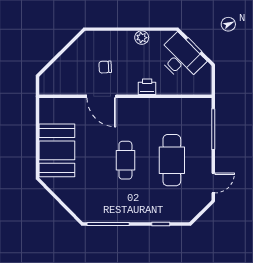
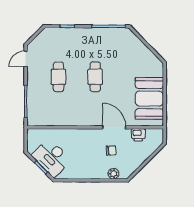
plant: (142, 38) -> (113, 174), moved
printer: (147, 87) -> (138, 135), moved
booth: (57, 150) -> (149, 99), moved
cafe table: (172, 160) -> (58, 77), width x0.73, depth x0.74

